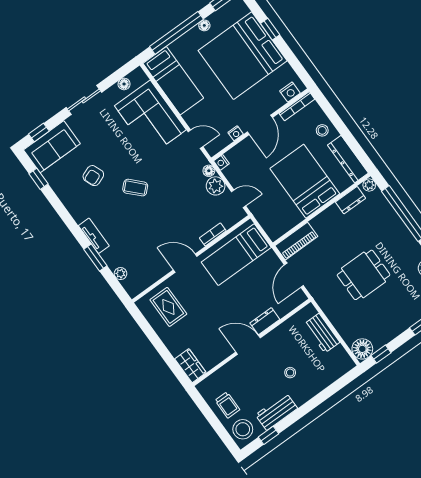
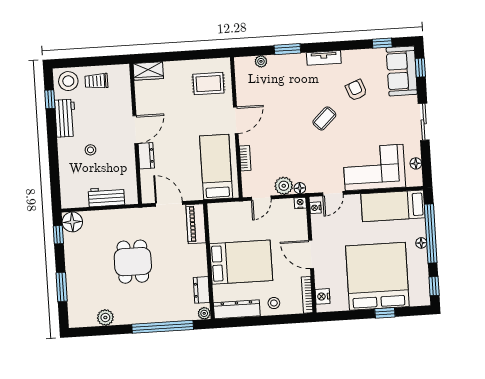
floor lamp: (204, 25) -> (421, 243), moved
nightstand: (236, 133) -> (315, 208), moved
tv unit: (94, 236) -> (324, 58), moved

